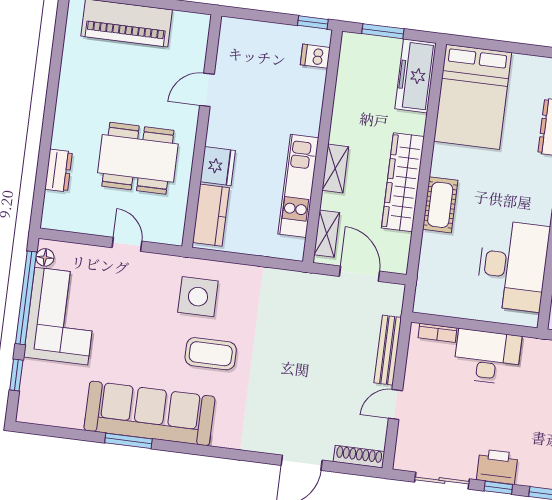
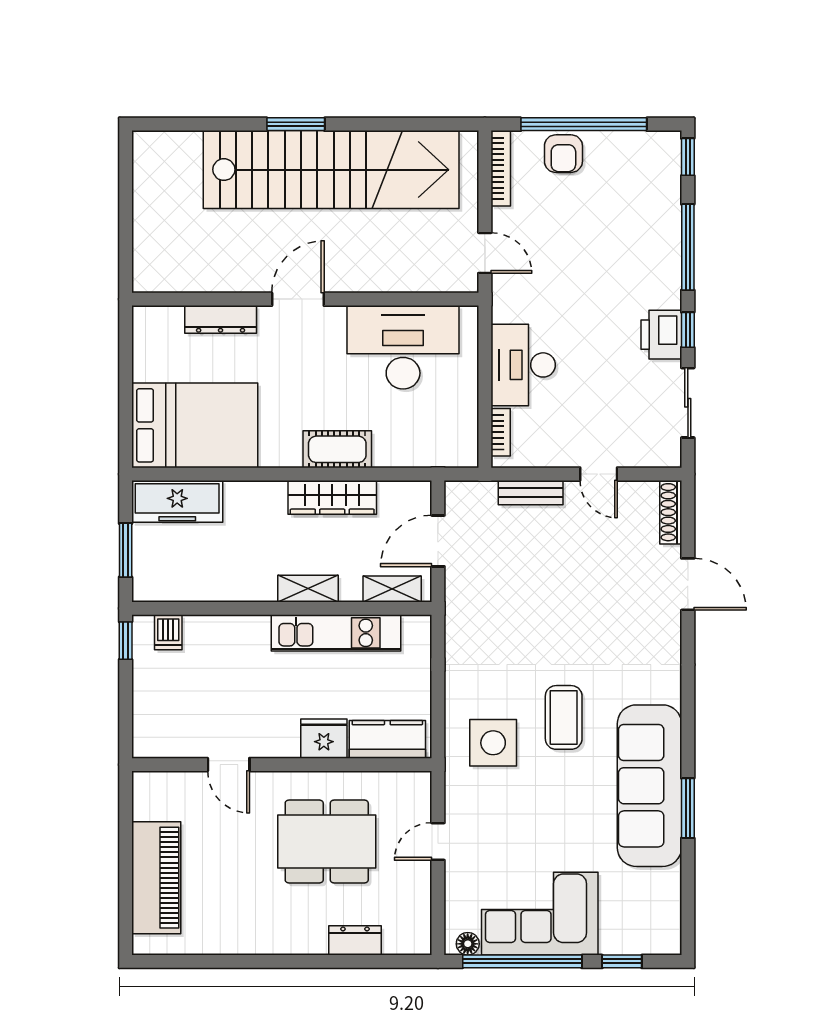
dining table: (138, 158) -> (327, 841), turned 90
wardrobe: (403, 182) -> (332, 497), width x0.71, depth x0.85
bench: (388, 350) -> (531, 493), width x0.73

